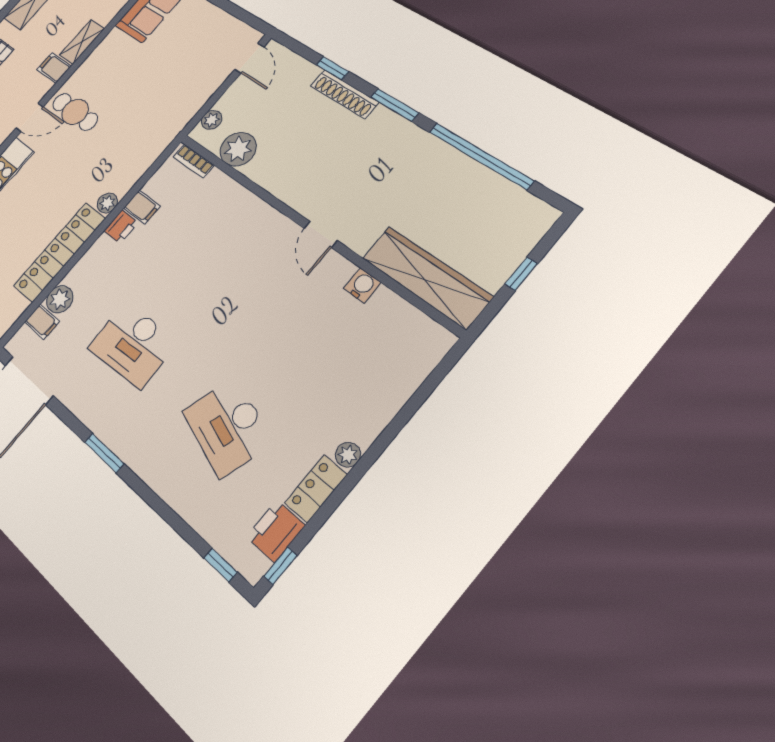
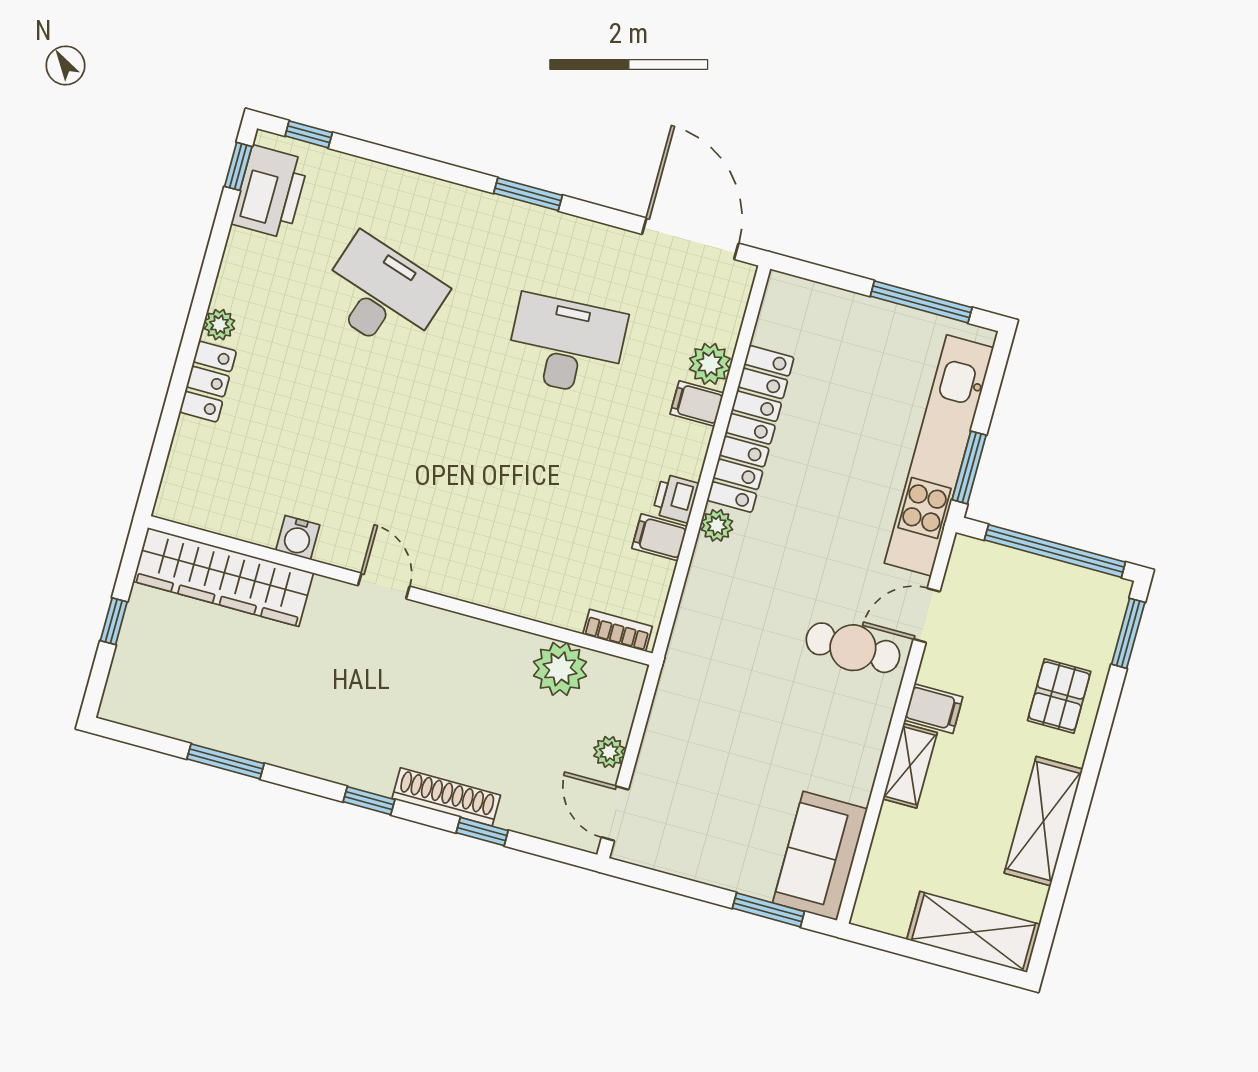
window: (395, 105) -> (369, 801), width x0.67
plant: (212, 120) -> (609, 752), moved
window: (481, 156) -> (225, 761), width x0.47
filing cabinet: (42, 322) -> (697, 404), moved
locker: (316, 489) -> (208, 382), moved
printer: (276, 531) -> (270, 192), width x1.37, depth x1.19

